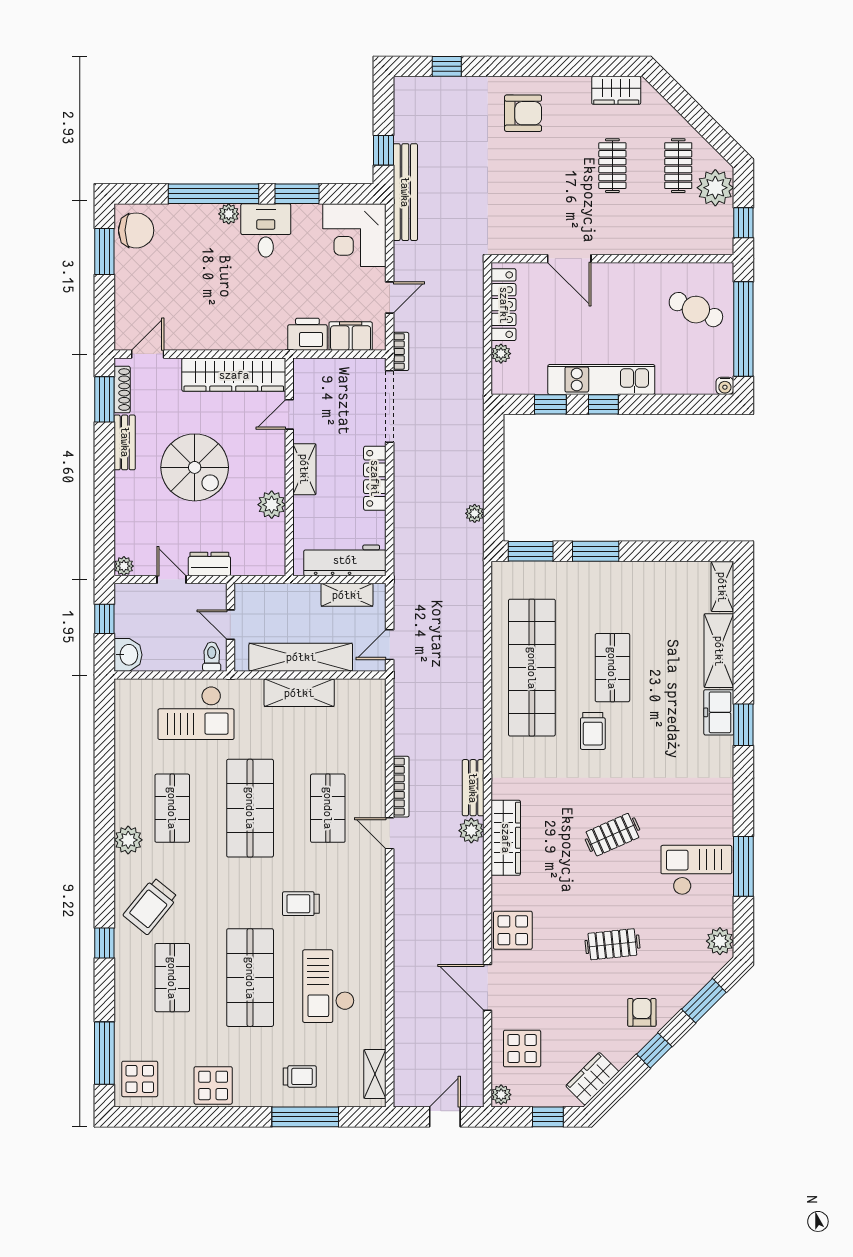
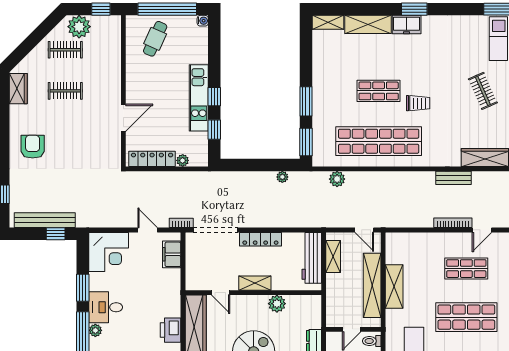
bench: (405, 192) -> (45, 220), moved
printer: (307, 334) -> (171, 330), moved
plant: (471, 831) -> (337, 179), moved

